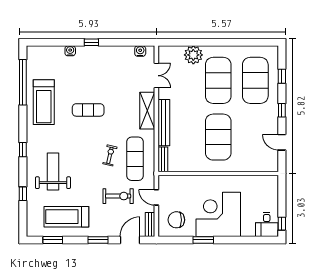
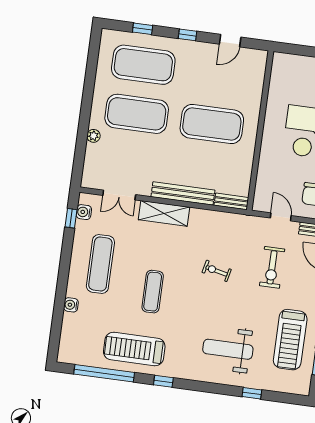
window: (91, 42) -> (71, 218), moved
plant: (193, 55) -> (94, 136), width x0.53, depth x0.53
double door: (156, 76) -> (119, 195), swing flipped
treadmill: (44, 102) -> (134, 349), turned 180
window: (23, 150) -> (163, 381), moved
exercise mat: (135, 159) -> (100, 264), moved, turned 90
exercise bike: (118, 196) -> (272, 267), turned 180
door: (156, 197) -> (281, 217), swing flipped

